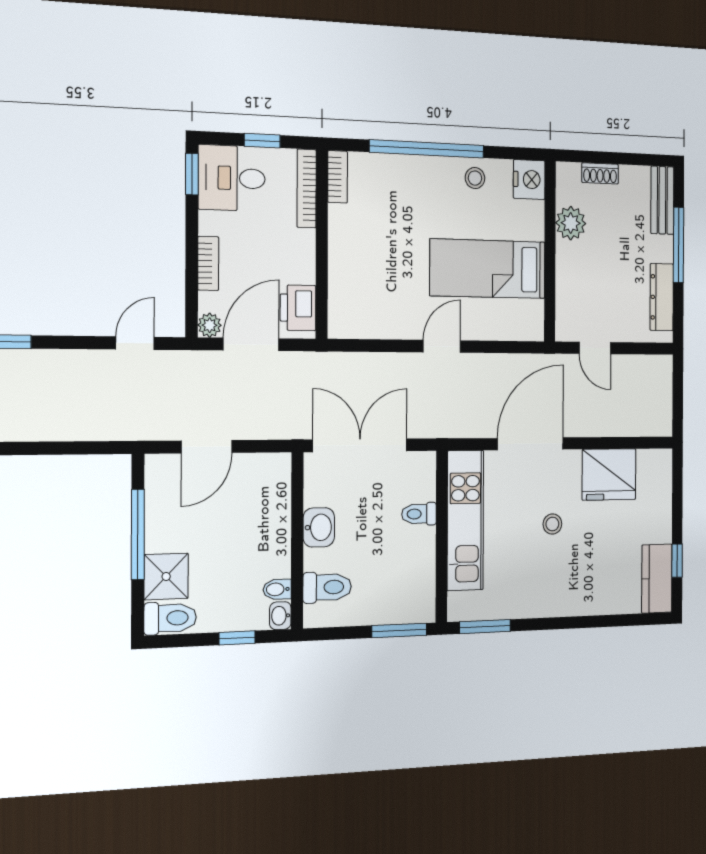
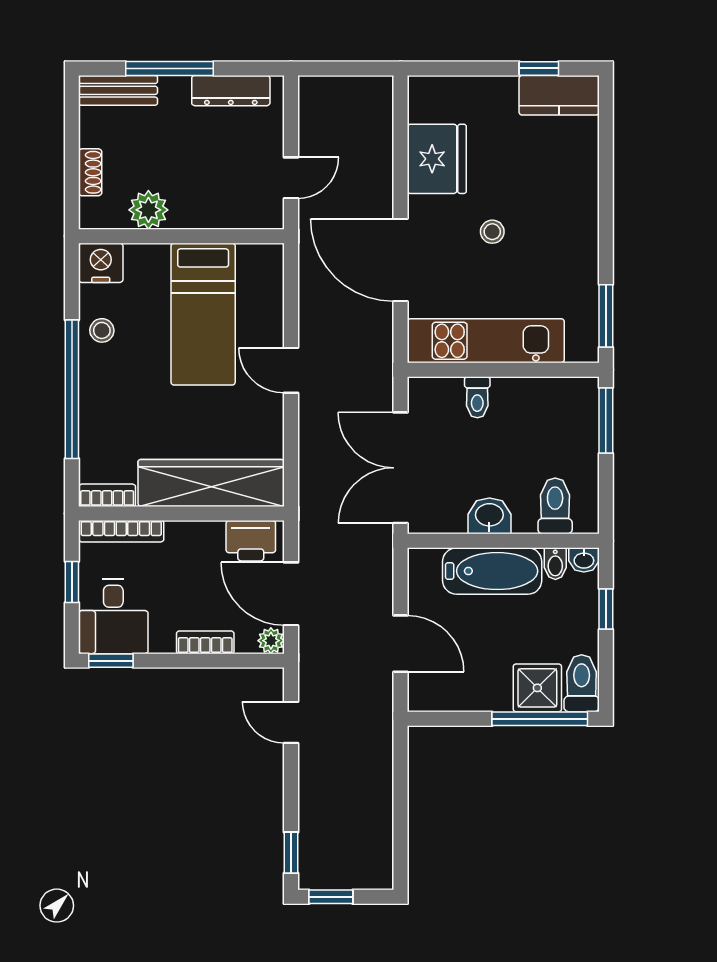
wardrobe: (348, 272) -> (211, 483), added
bathtub: (271, 531) -> (492, 571), added
window: (138, 534) -> (540, 719), moved

